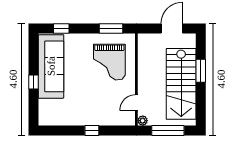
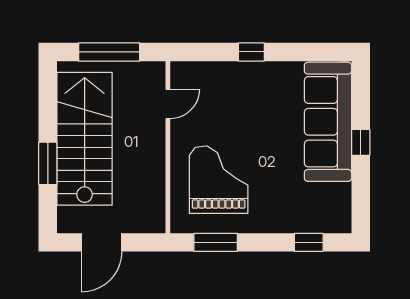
sofa: (51, 66) -> (328, 122), moved
plant: (143, 121) -> (156, 70), removed

